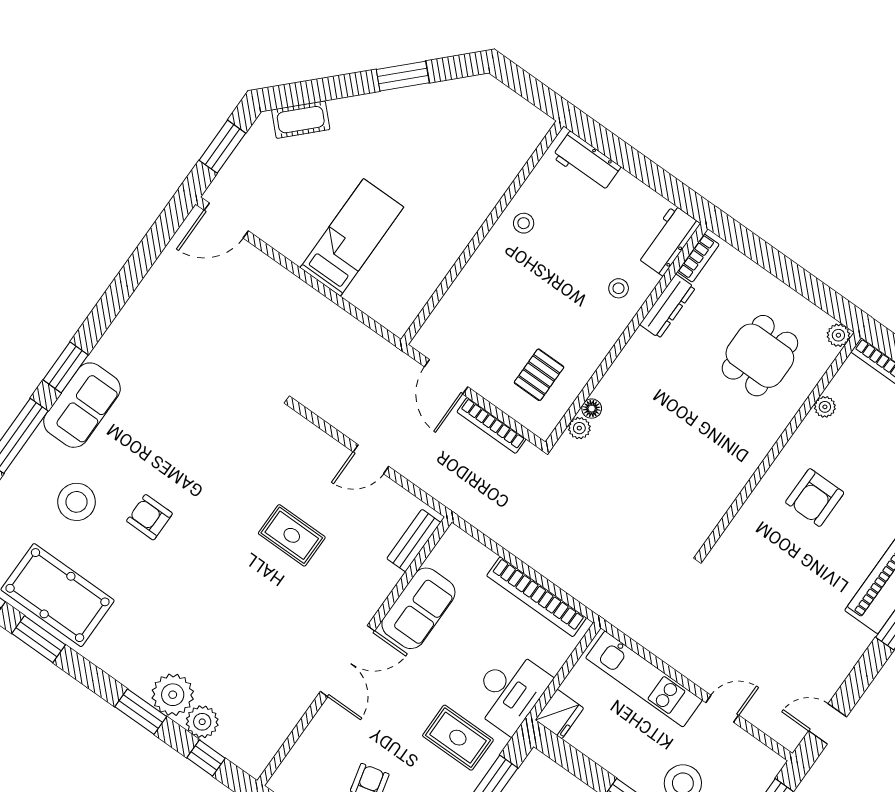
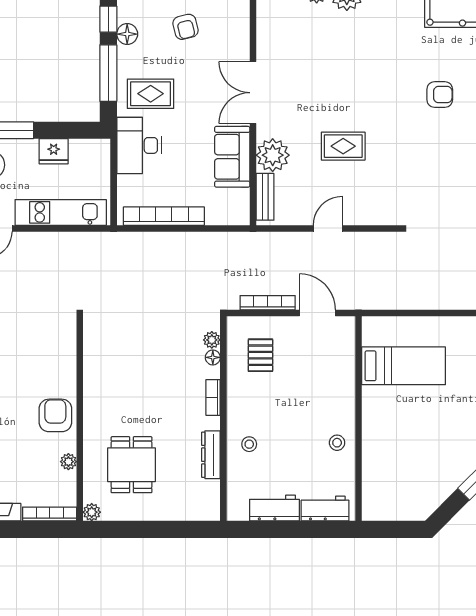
bed: (352, 237) -> (404, 366), moved, turned -90
workbench: (668, 240) -> (275, 508), moved, turned -90
bookcase: (698, 258) -> (213, 397), moved
armchair: (815, 498) -> (55, 415), moved
plant: (374, 579) -> (273, 155), added
fridge: (559, 714) -> (54, 151), moved, turned -90

